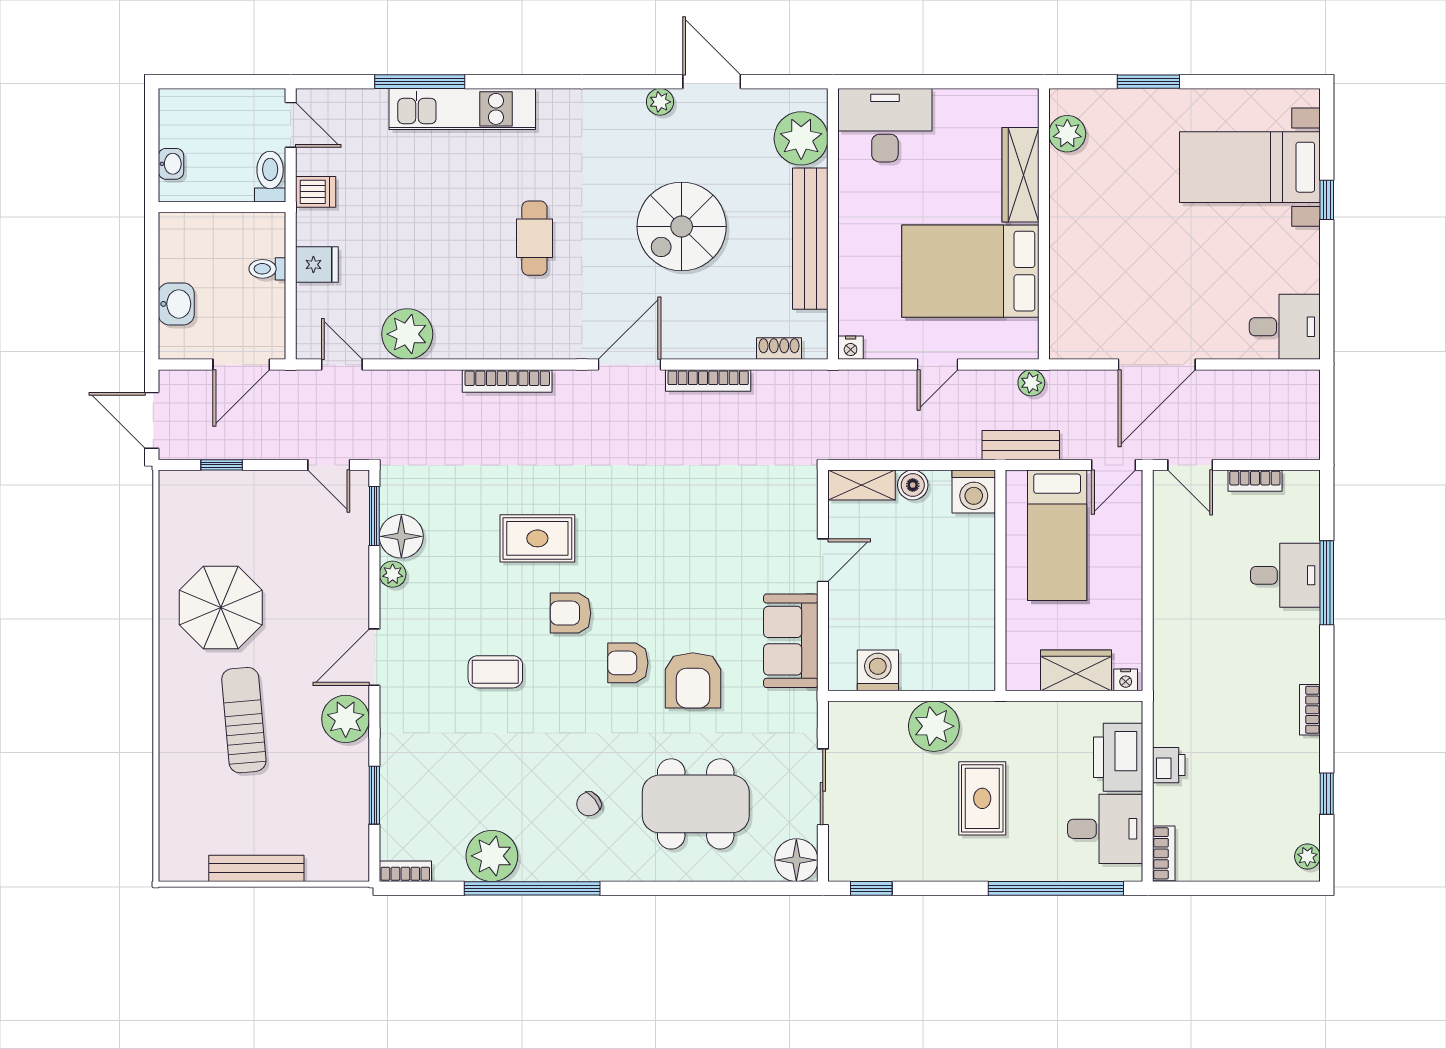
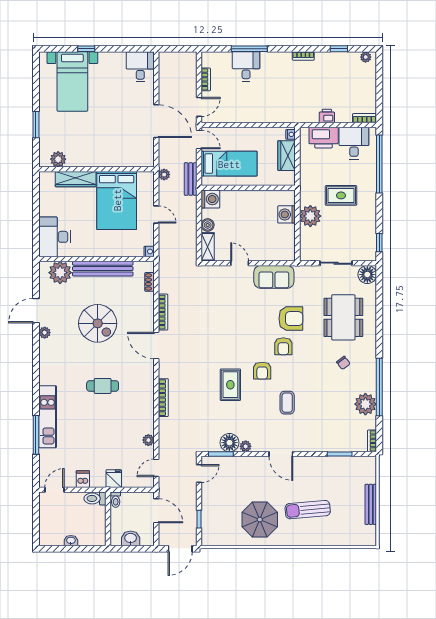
toilet: (270, 177) -> (95, 498), moved
wall: (222, 207) -> (108, 519), moved
plant: (407, 334) -> (148, 440), width x0.53, depth x0.53
washing machine: (878, 670) -> (287, 214), moved
plant: (346, 719) -> (307, 466), removed

